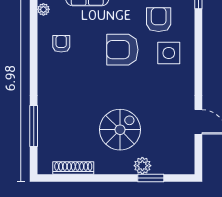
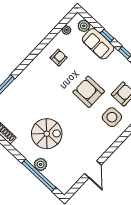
window: (151, 178) -> (39, 175), width x2.11

